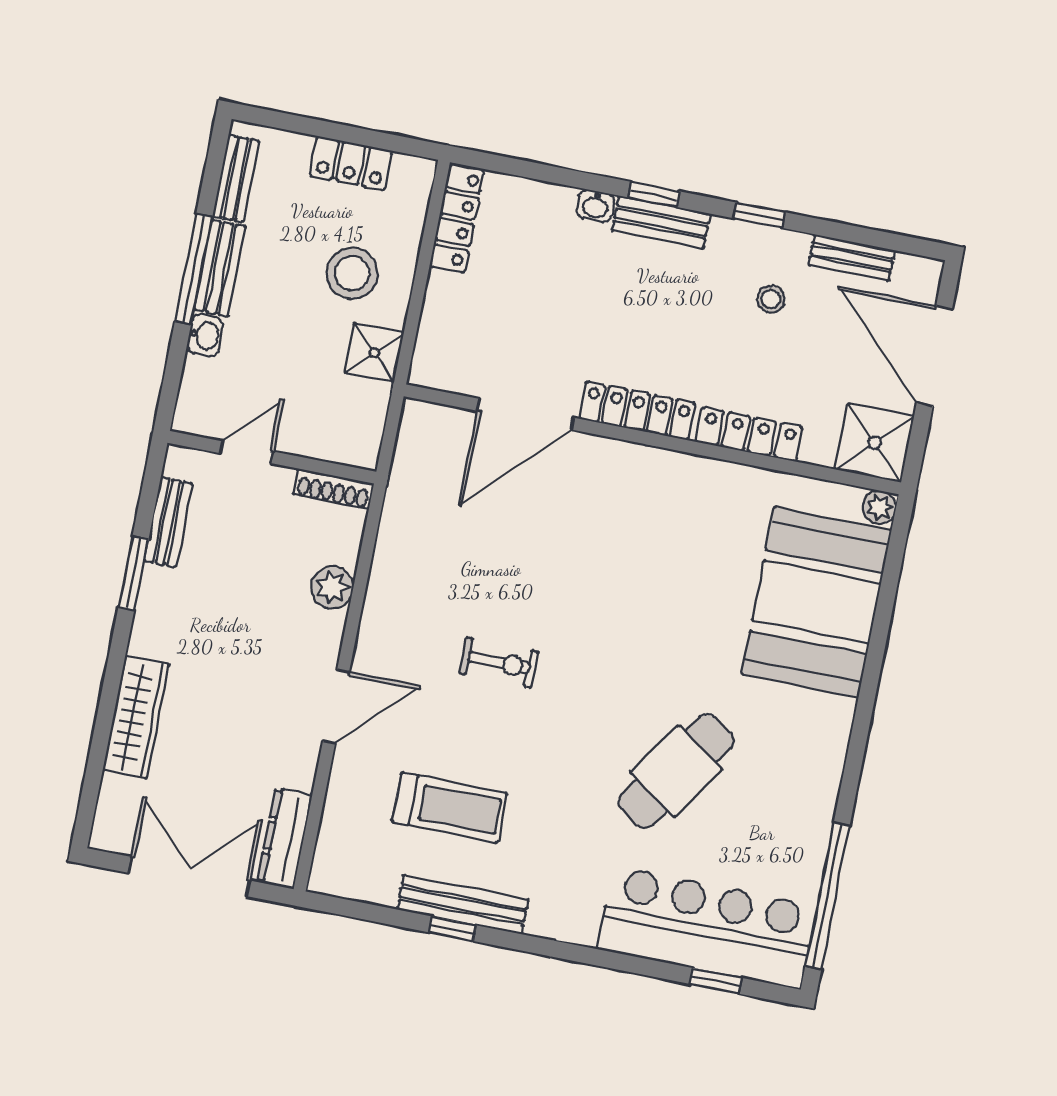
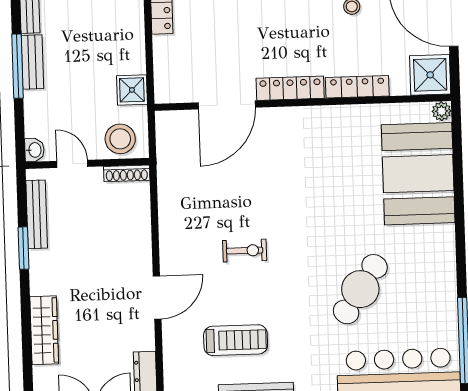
stool: (352, 274) -> (120, 139), moved
washbasin: (205, 335) -> (34, 150), moved
door: (247, 452) -> (72, 164), hinge flipped
bench: (168, 522) -> (37, 214), width x1.36
plant: (332, 587) -> (139, 230), removed

